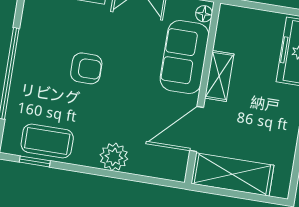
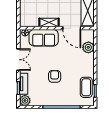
plant: (114, 157) -> (88, 47), moved

